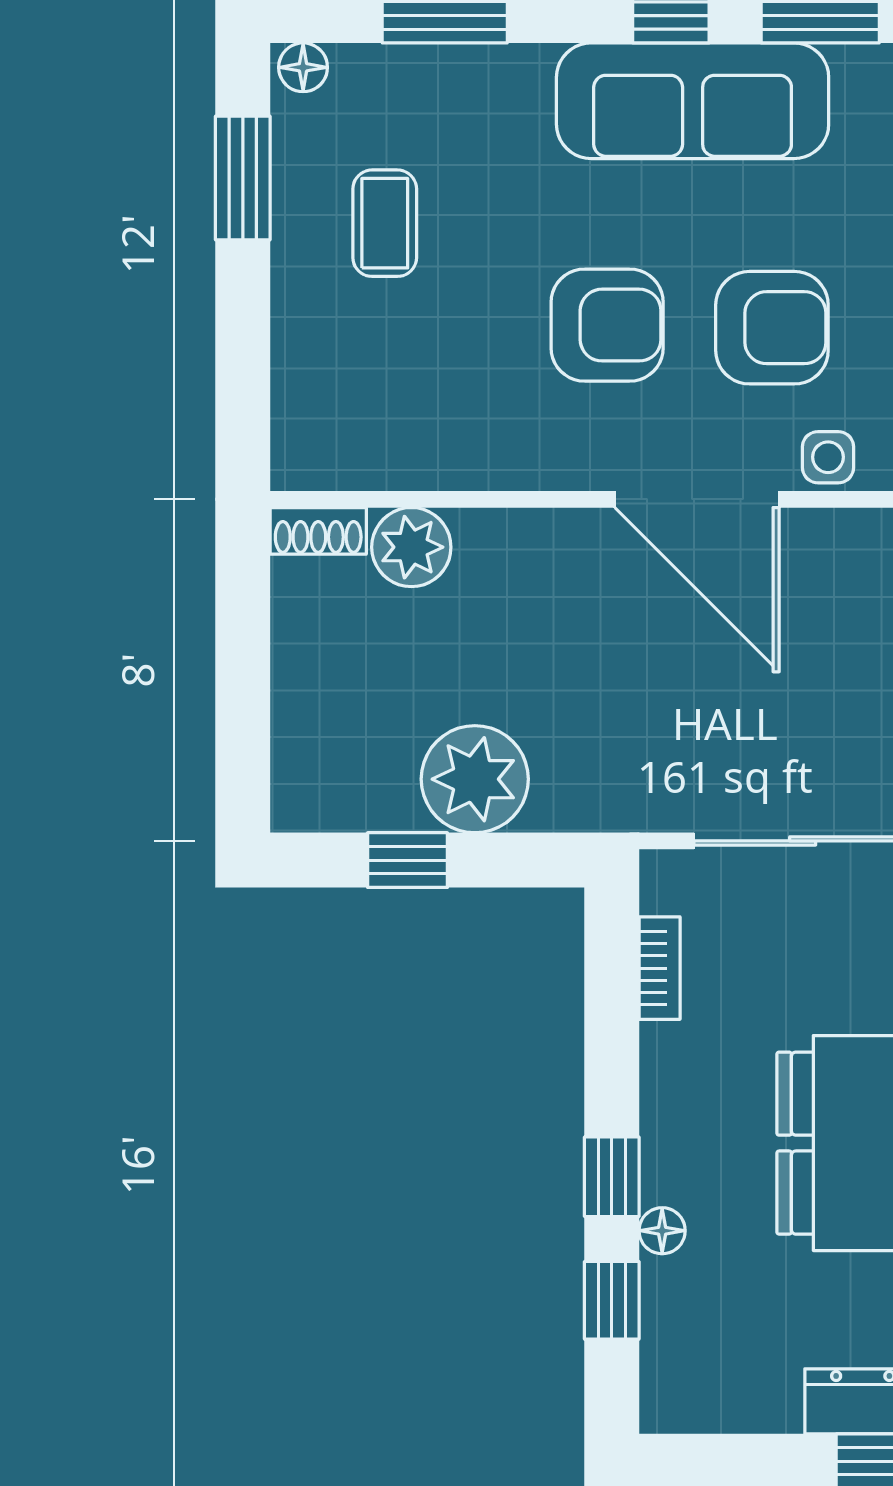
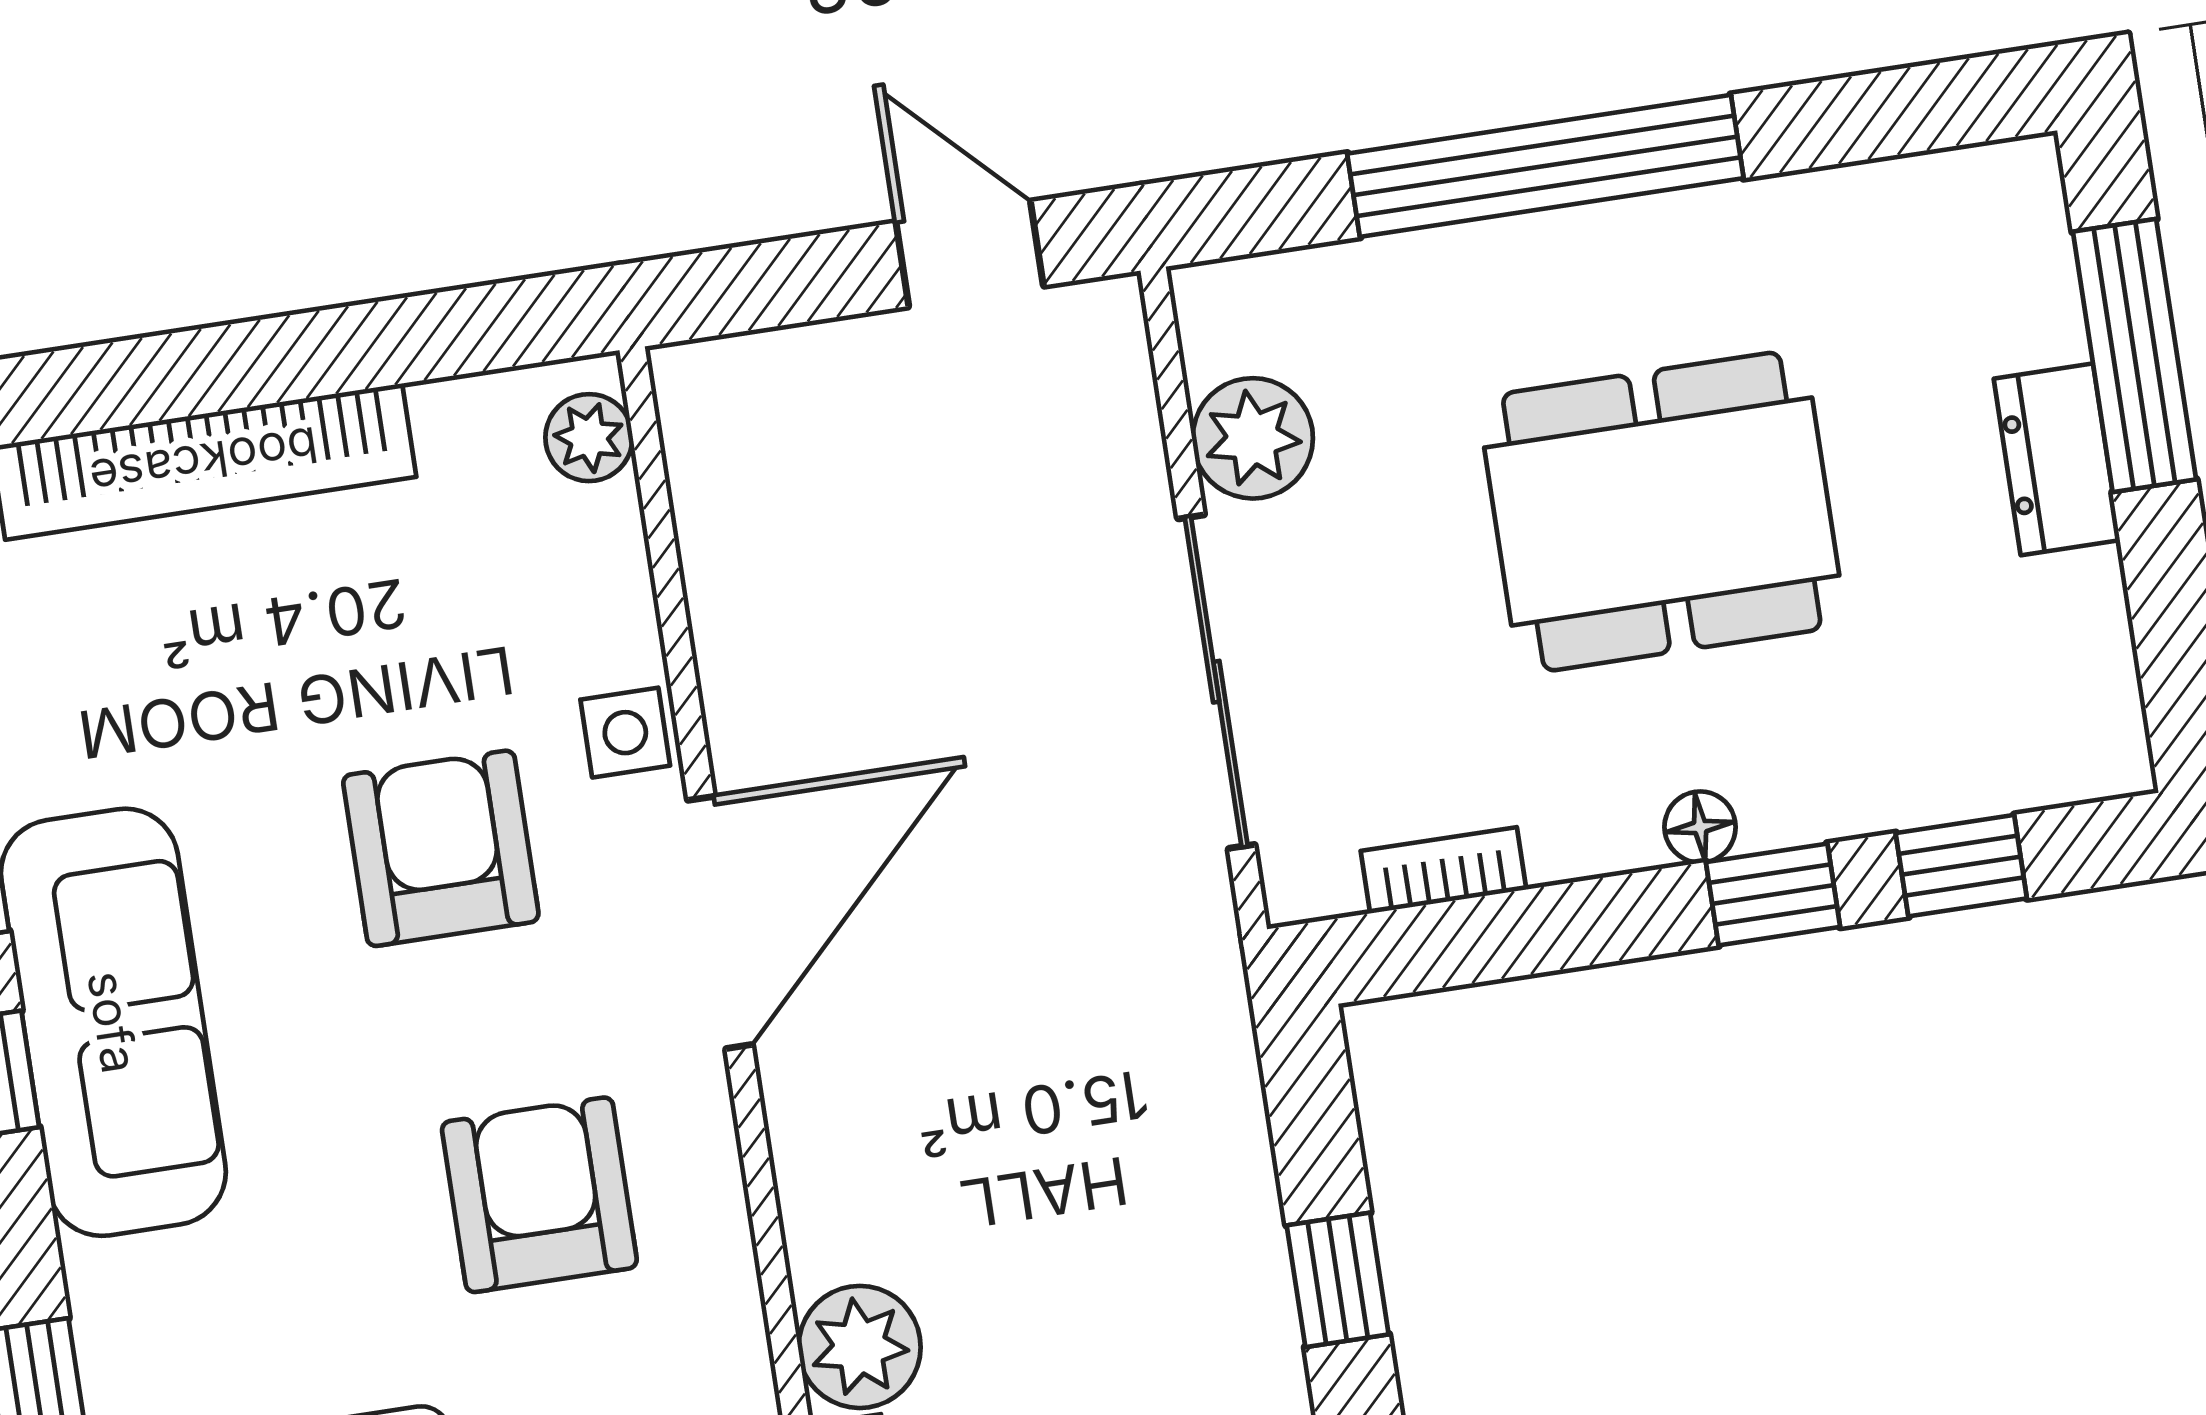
armchair: (607, 325) -> (539, 1195), moved
plant: (475, 779) -> (1199, 1196), removed
floor lamp: (662, 1231) -> (1700, 827), moved

